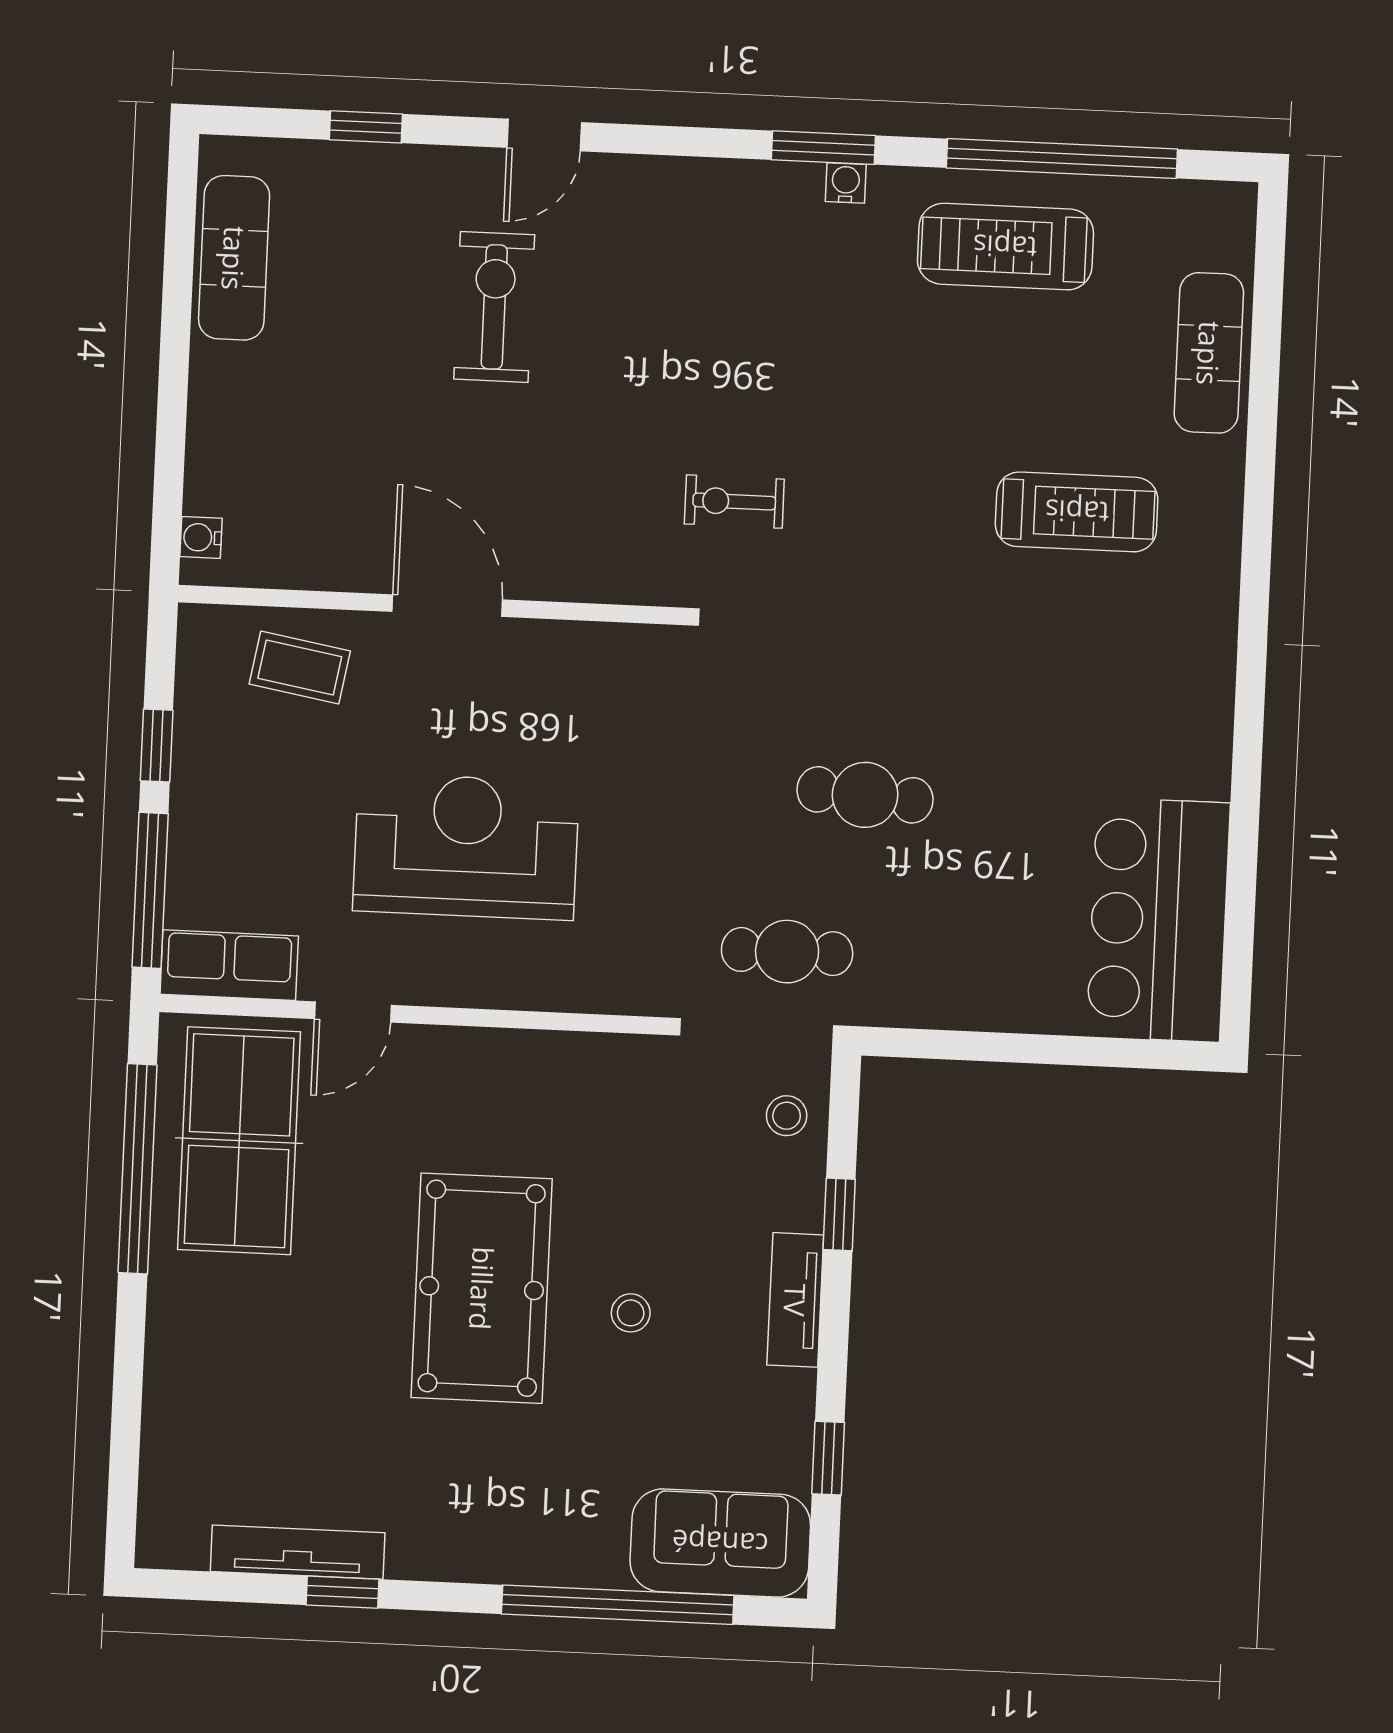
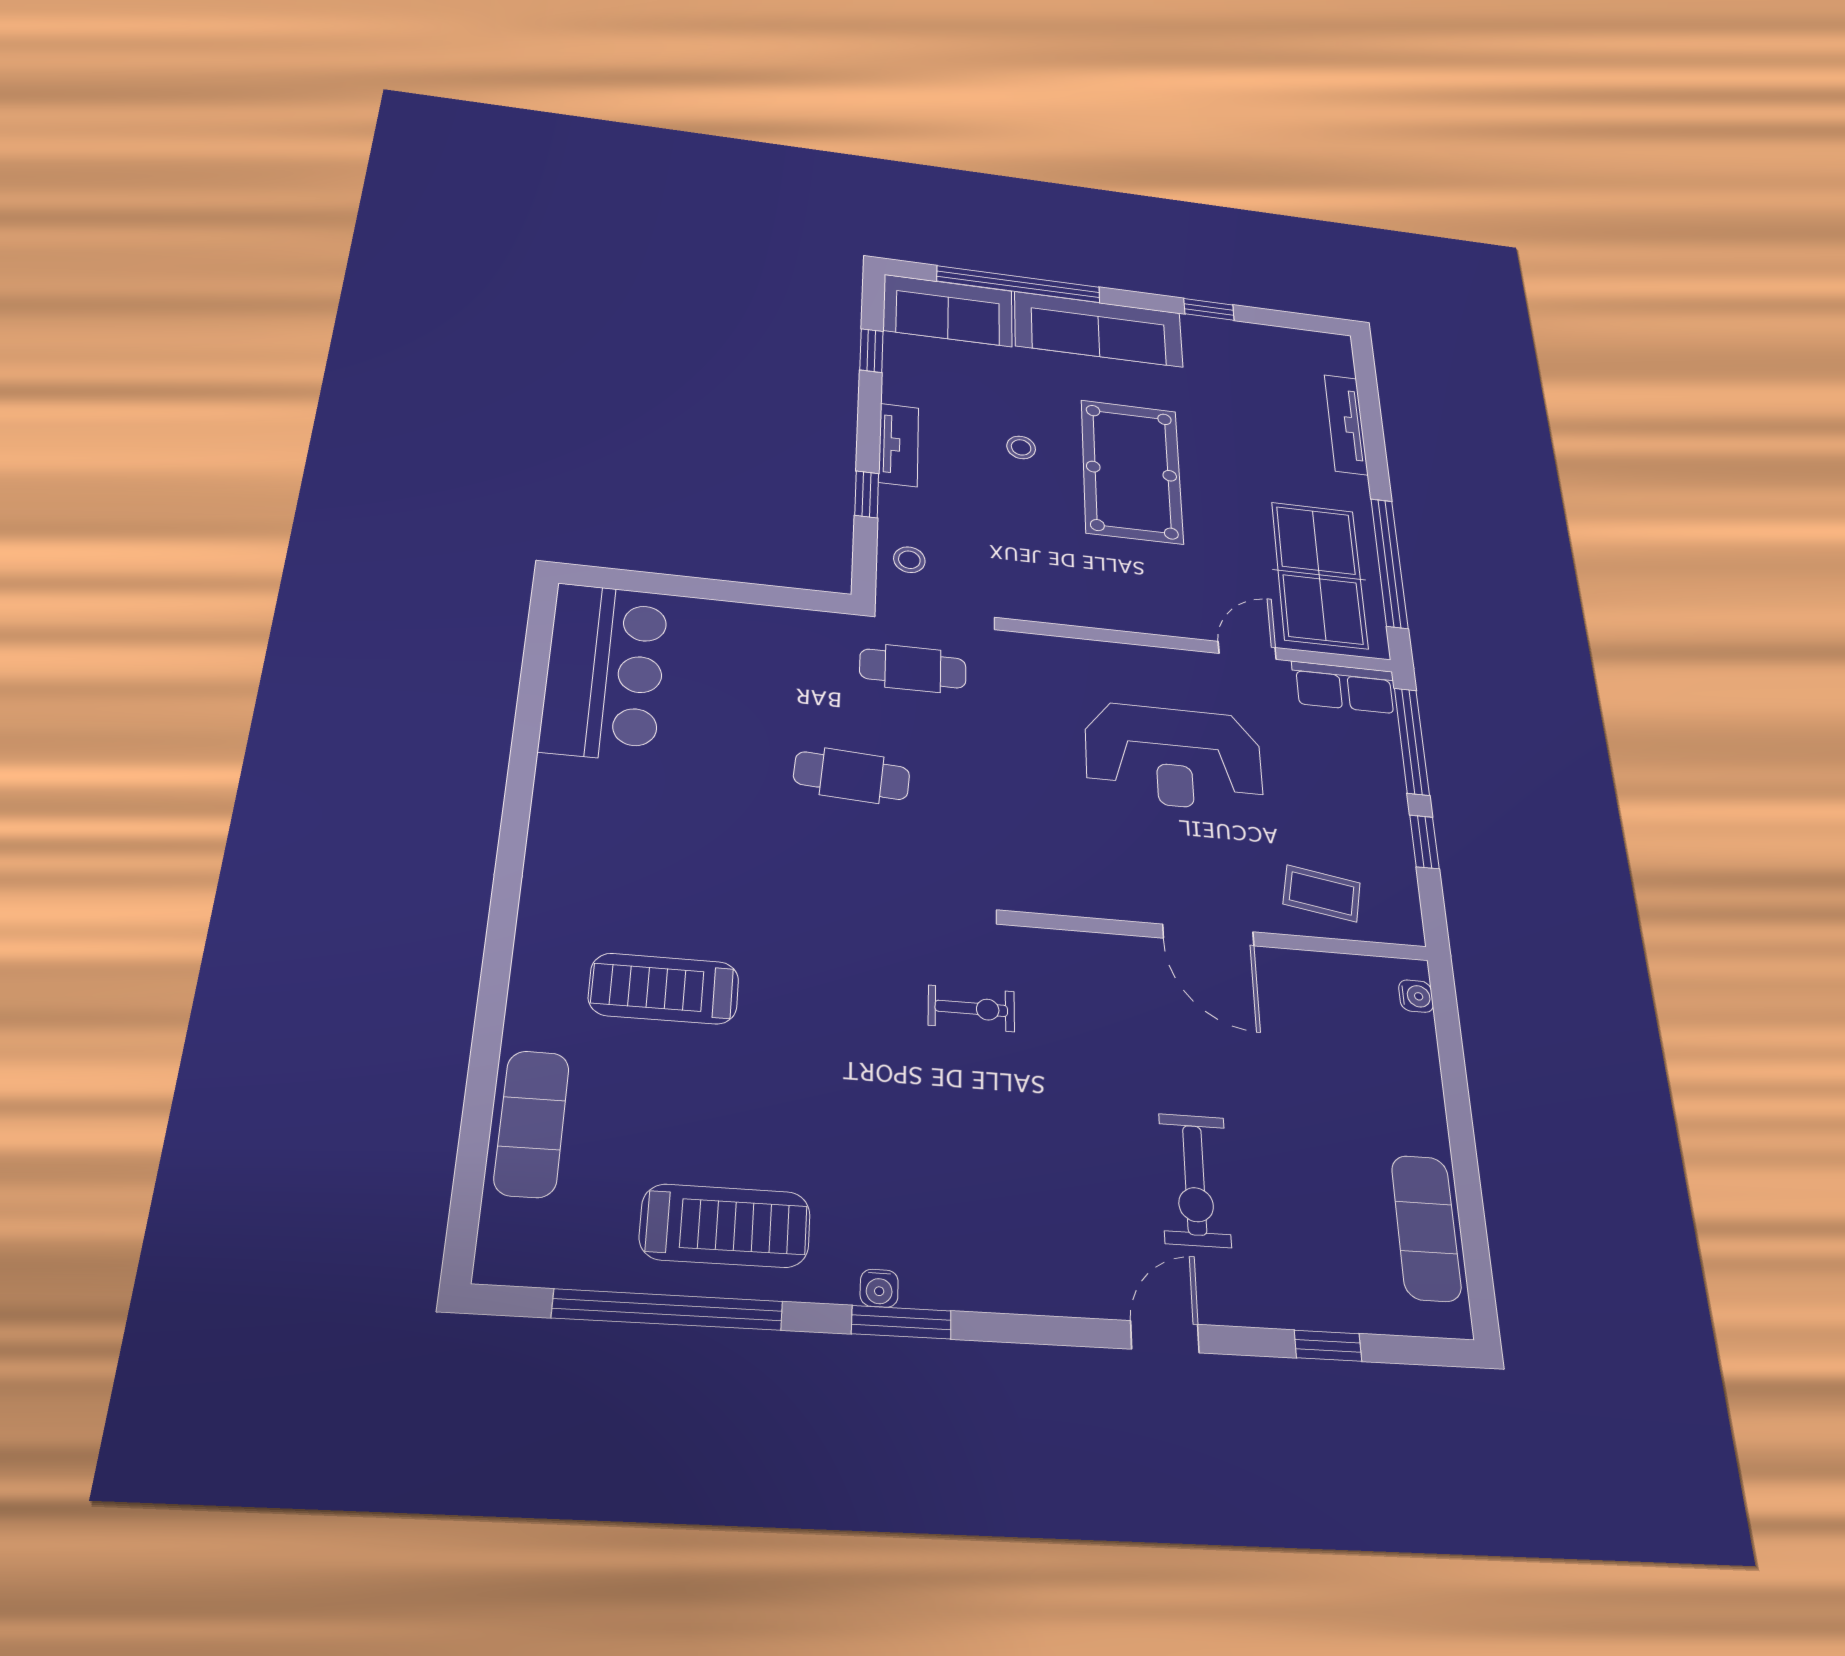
sofa: (508, 1535) -> (1098, 329), added
tv unit: (298, 1552) -> (1346, 424), moved, turned 90

